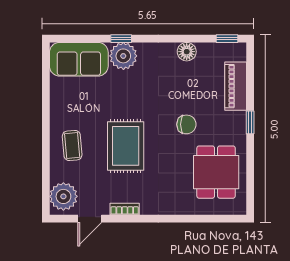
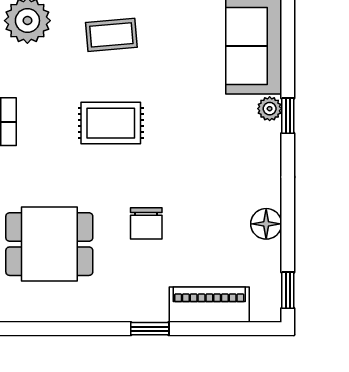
plant: (123, 56) -> (270, 109), width x0.53, depth x0.53
rug: (126, 146) -> (111, 123), width x0.73, depth x0.70
dining table: (216, 172) -> (49, 244), moved

